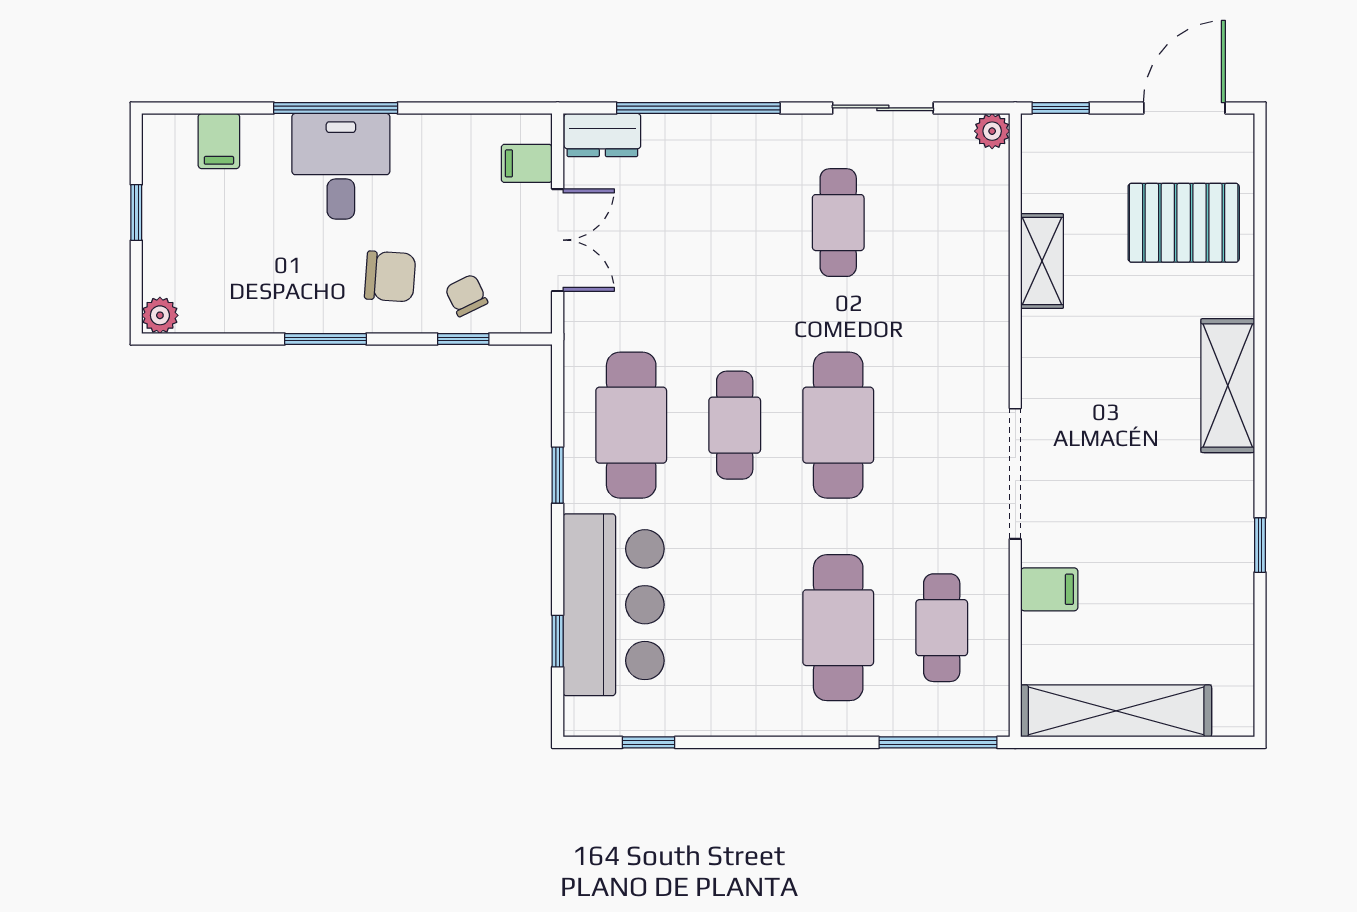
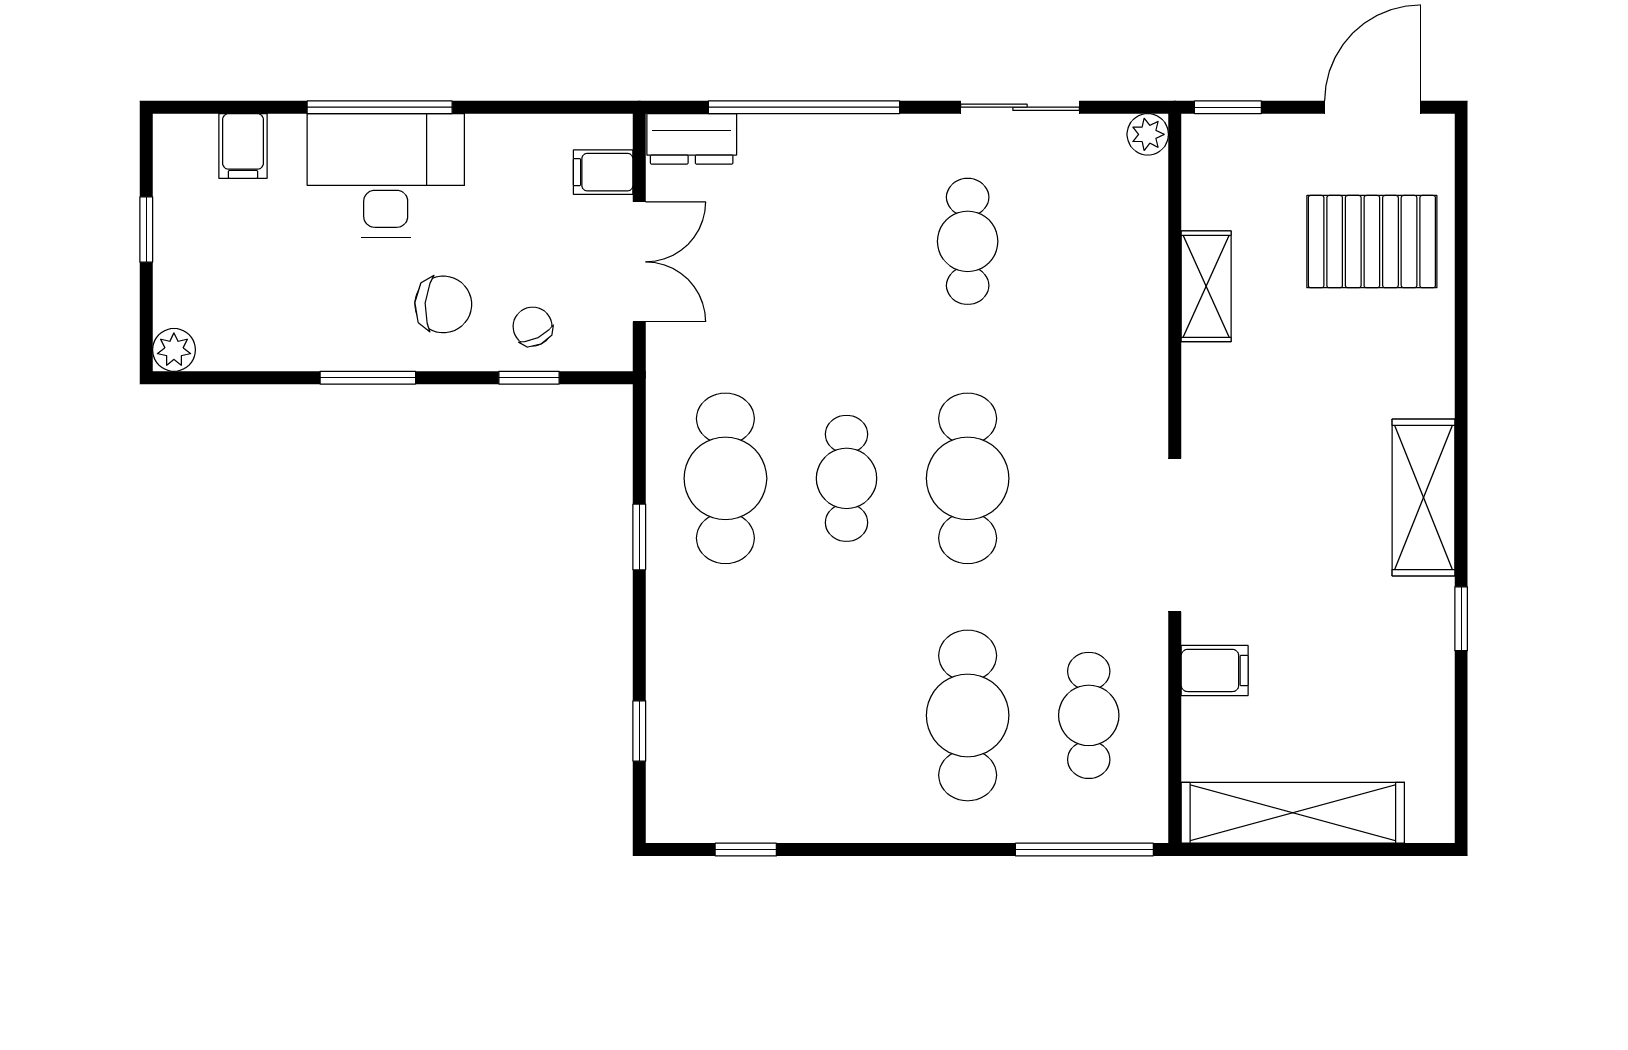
desk: (341, 166) -> (386, 175), width x1.37
shelving: (1228, 386) -> (1423, 498), moved
bar counter: (614, 605) -> (705, 689), removed

